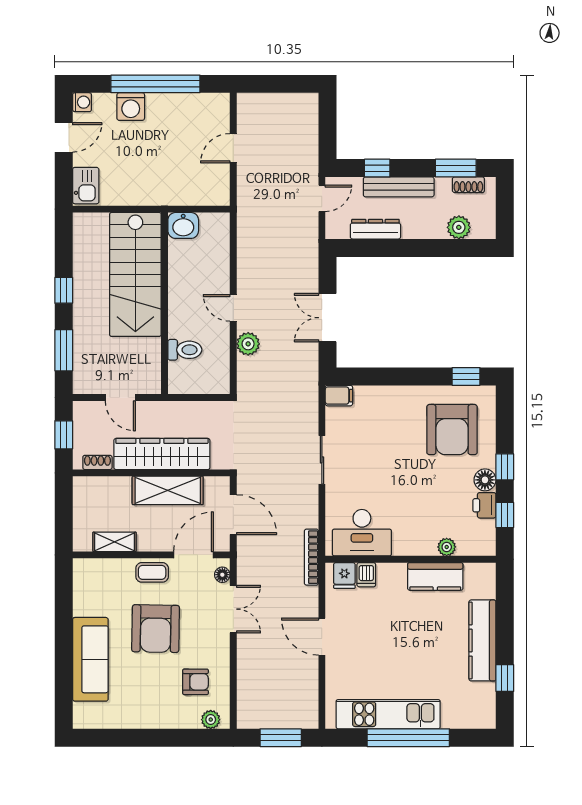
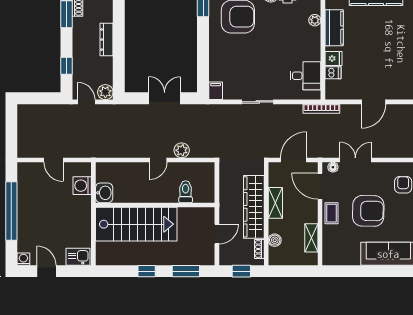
washing machine: (131, 107) -> (82, 186), moved, turned 180
bench: (399, 187) -> (79, 52), removed
plant: (459, 227) -> (105, 92), moved
dresser: (375, 229) -> (107, 40), moved
double door: (327, 318) -> (165, 98), swing flipped
boiler: (111, 486) -> (275, 240), added
shelving: (168, 490) -> (275, 203), width x0.67, depth x0.75
desk: (362, 533) -> (305, 76), width x0.73
fridge: (344, 576) -> (333, 58), moved

